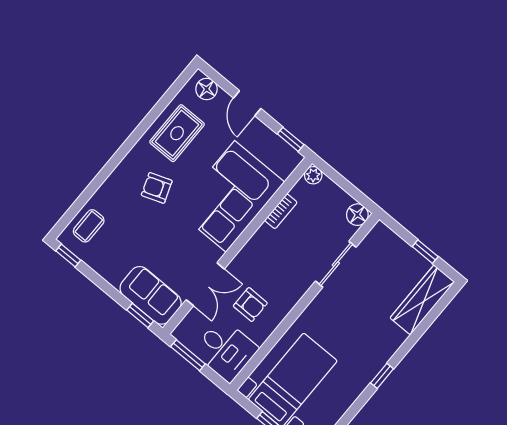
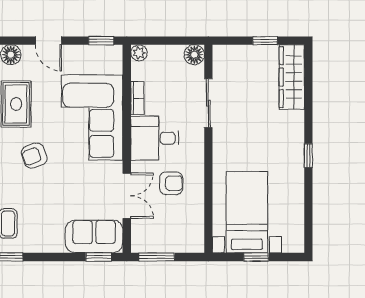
desk: (225, 350) -> (155, 138), moved, turned 180

